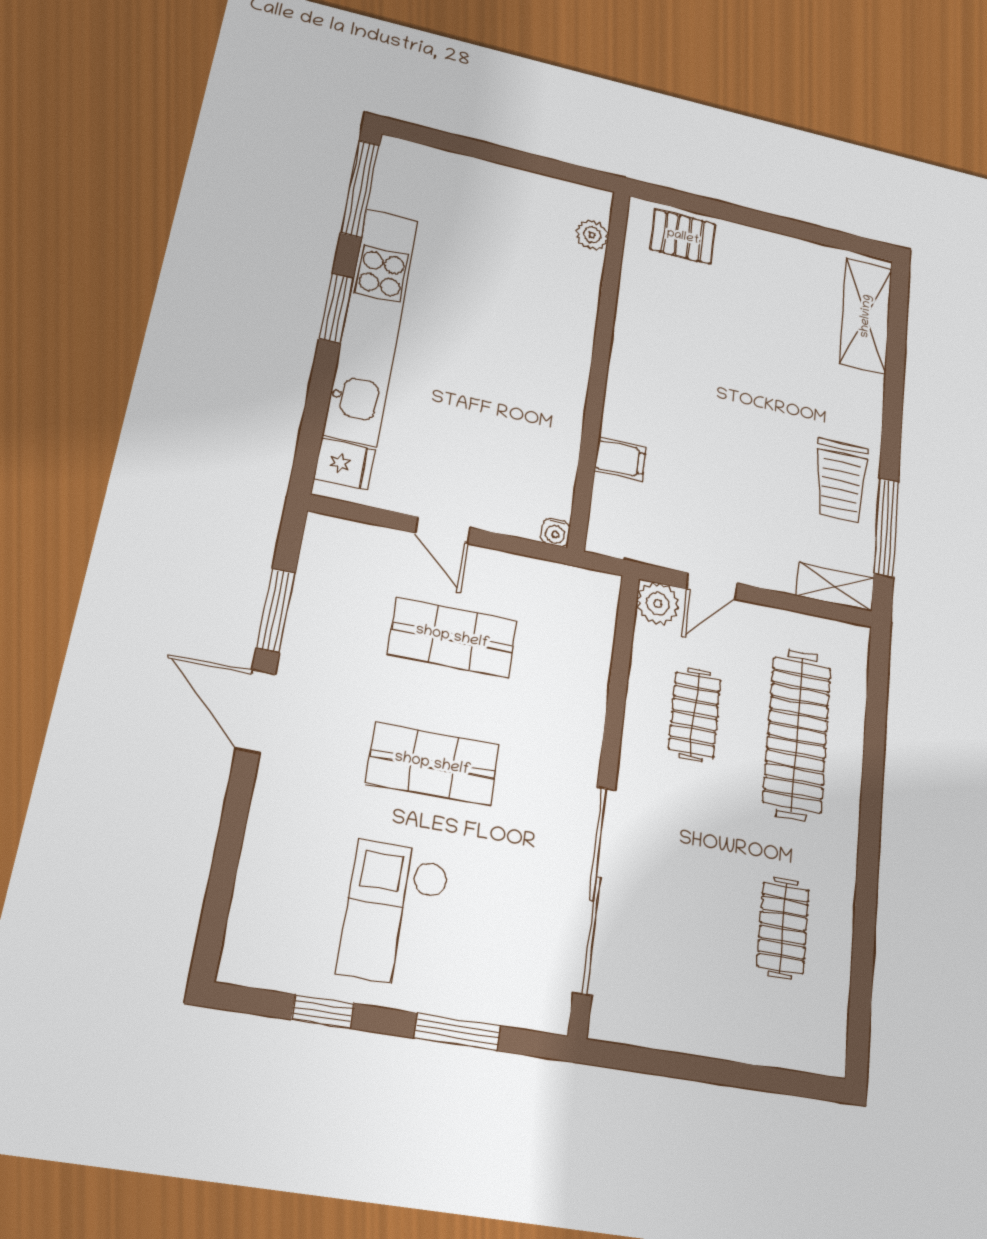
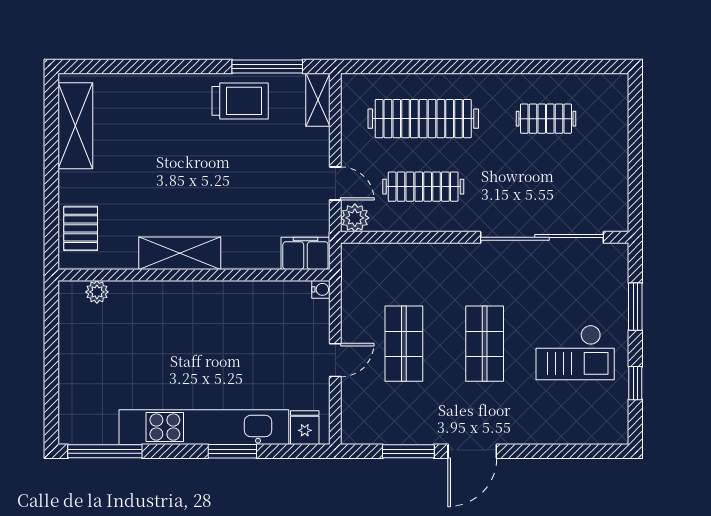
window: (336, 308) -> (232, 451), moved
shelving: (866, 316) -> (75, 126), moved, turned 90
shelving: (633, 352) -> (180, 253), added
filing cabinet: (620, 459) -> (305, 253), moved, width x2.00
clothes rail: (695, 715) -> (423, 187), width x1.36

